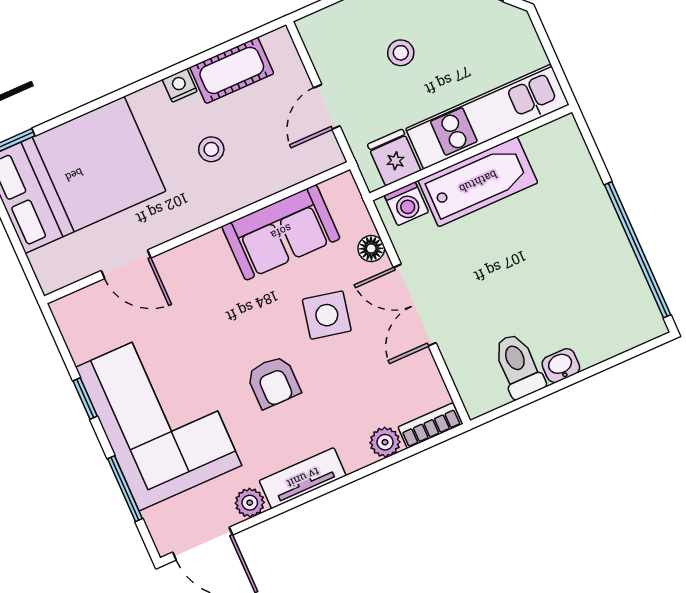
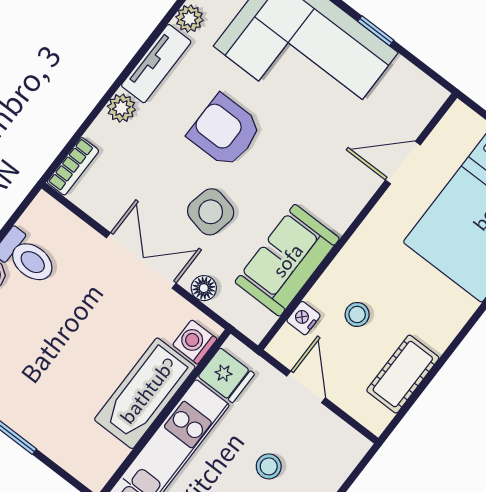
nightstand: (180, 85) -> (304, 318), moved, turned 180
stool: (211, 149) -> (357, 314), moved
armchair: (273, 382) -> (225, 131), width x1.38, depth x1.38
plant: (385, 442) -> (121, 108), moved

